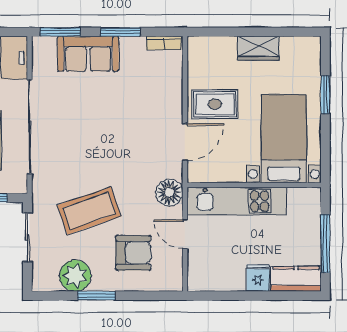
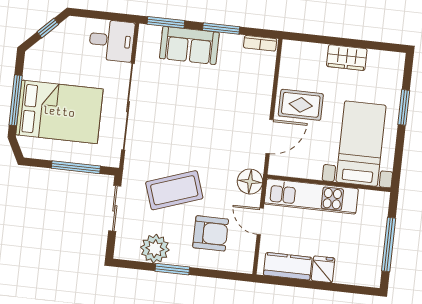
kitchen counter: (296, 279) -> (288, 266), moved

